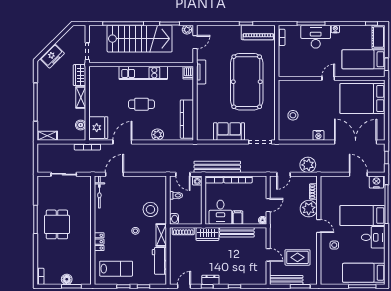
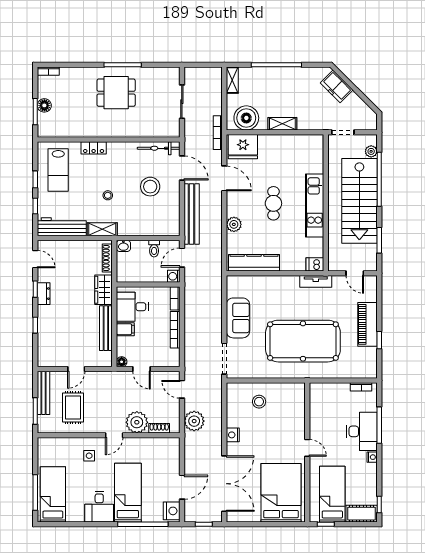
plant: (187, 30) -> (371, 151), moved
piano: (258, 32) -> (367, 324), moved
wardrobe: (80, 75) -> (312, 122), removed
boiler: (81, 125) -> (246, 118), width x1.86, depth x1.86
bench: (217, 167) -> (192, 214), moved
stool: (150, 209) -> (150, 187), moved
workbench: (159, 261) -> (62, 227), width x1.38

